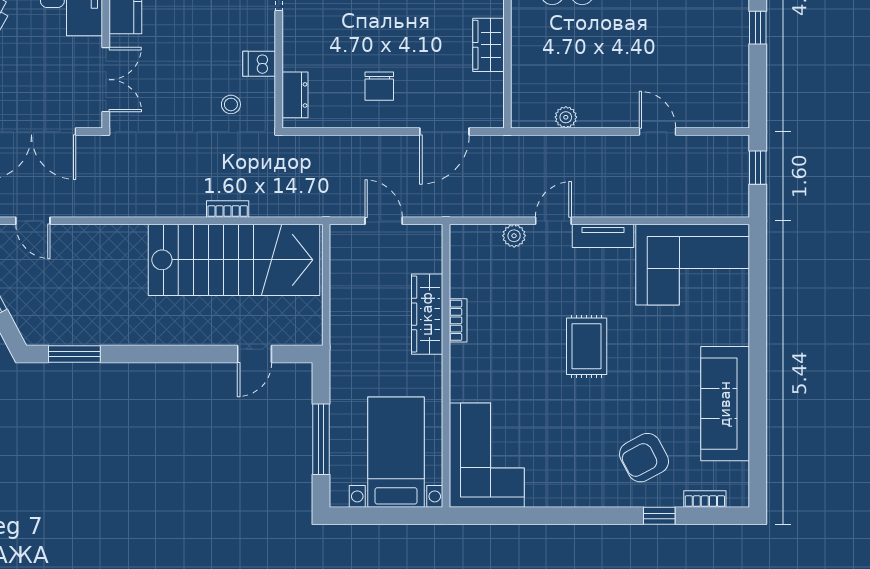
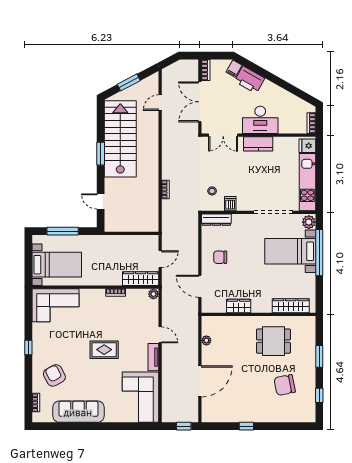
dresser: (295, 95) -> (216, 220), width x1.44
door: (657, 132) -> (200, 381), width x1.88
plant: (514, 236) -> (153, 294), moved
stairs: (234, 260) -> (120, 139), moved, turned 180
wardrobe: (427, 314) -> (141, 279), moved
window: (74, 354) -> (101, 154), moved
window: (659, 516) -> (28, 348), moved

